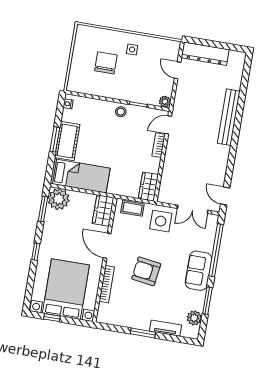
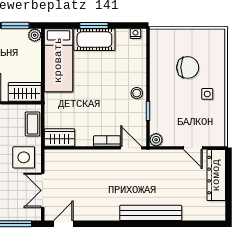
door: (178, 70) -> (193, 148), swing flipped
plant: (59, 199) -> (35, 35), width x0.53, depth x0.53

